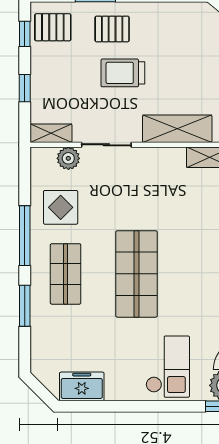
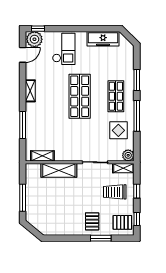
pallet: (112, 29) -> (92, 221), turned 90
trolley: (123, 73) -> (115, 192), moved, turned 180
plant: (68, 158) -> (128, 155), moved
checkout: (168, 367) -> (64, 49), turned 180
freezer: (82, 386) -> (103, 39), width x1.40

